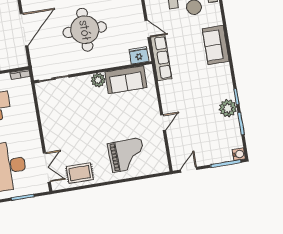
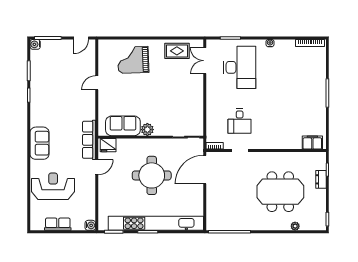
door: (148, 29) -> (97, 167), swing flipped
door: (24, 30) -> (205, 170), moved
plant: (228, 108) -> (38, 86), removed

